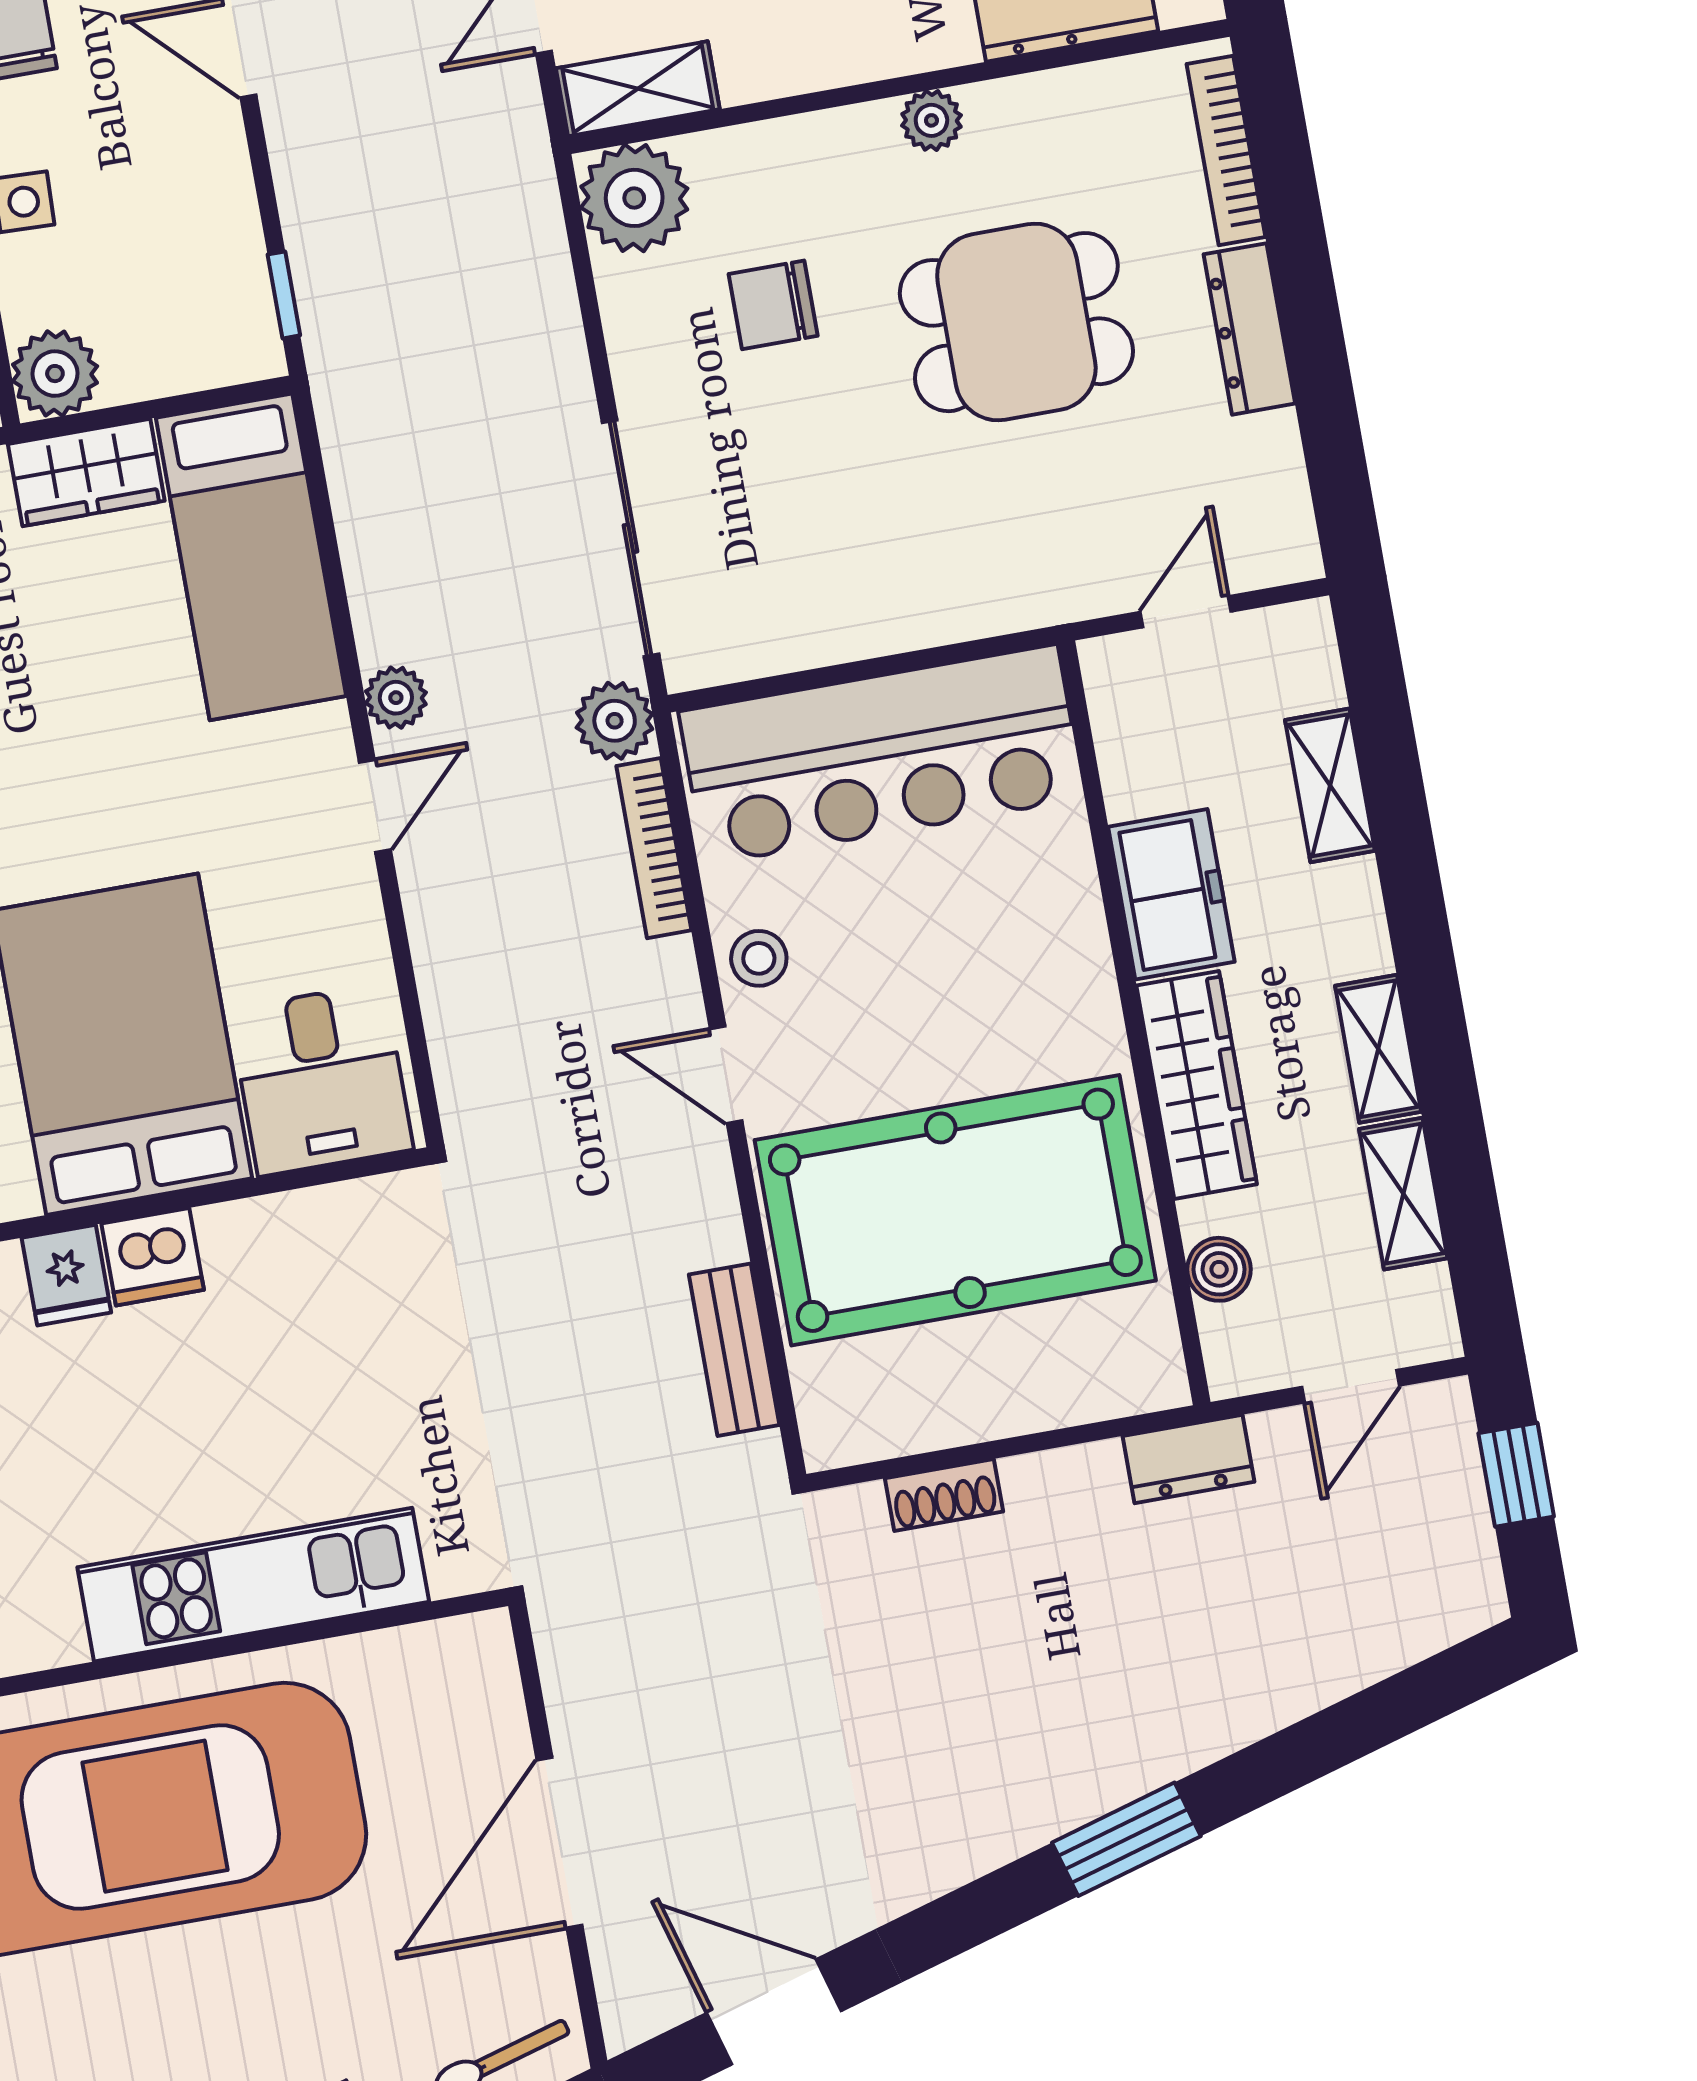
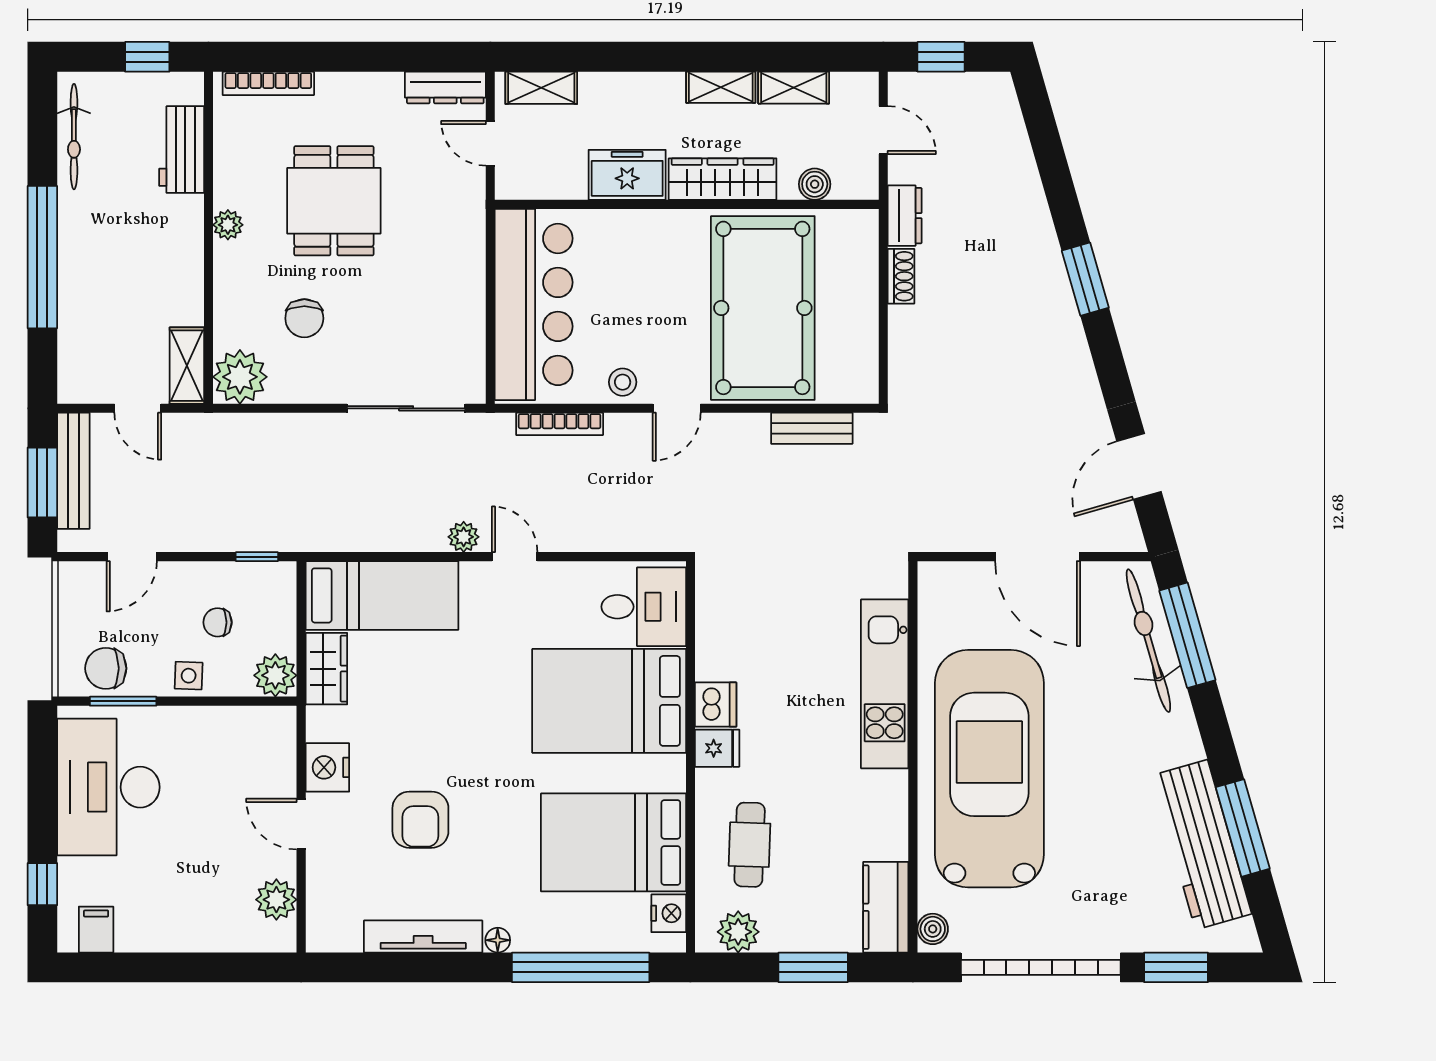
chair: (140, 240) -> (218, 622), added
dresser: (1249, 329) -> (445, 87), moved
plant: (615, 721) -> (494, 432), removed
shelving: (1330, 785) -> (541, 88), moved
shoe rack: (944, 1495) -> (901, 276), moved

